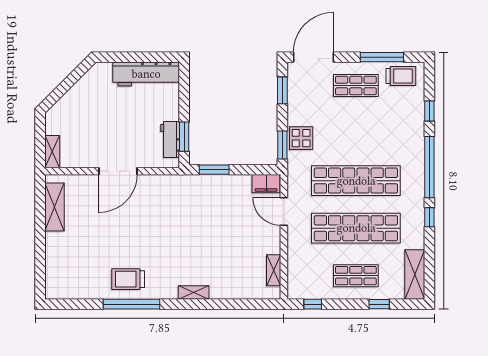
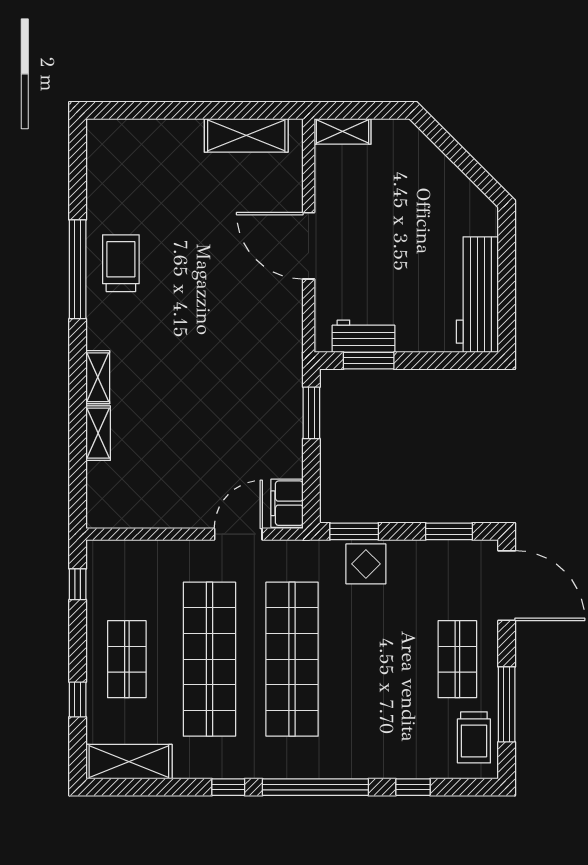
shelving: (274, 270) -> (98, 433), moved, turned 90

